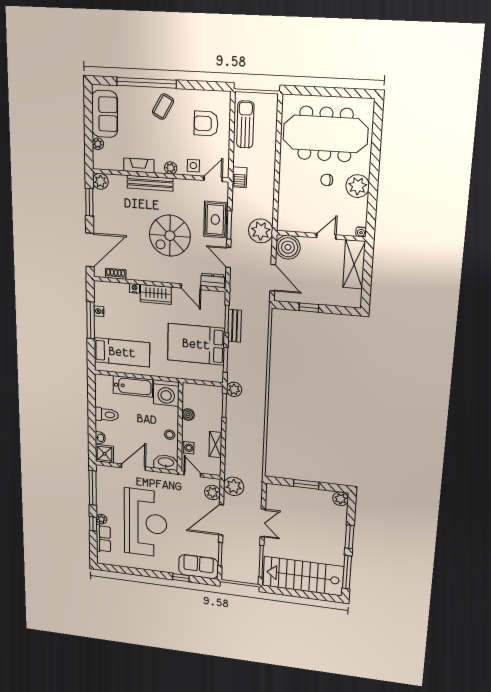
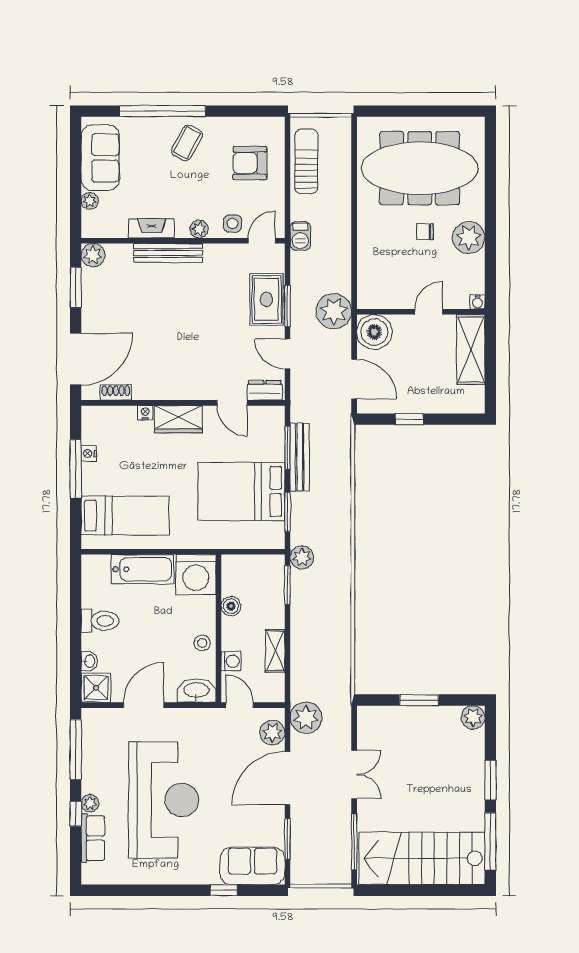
spiral stairs: (170, 236) -> (199, 328), removed
bench: (235, 326) -> (300, 457), width x1.36

